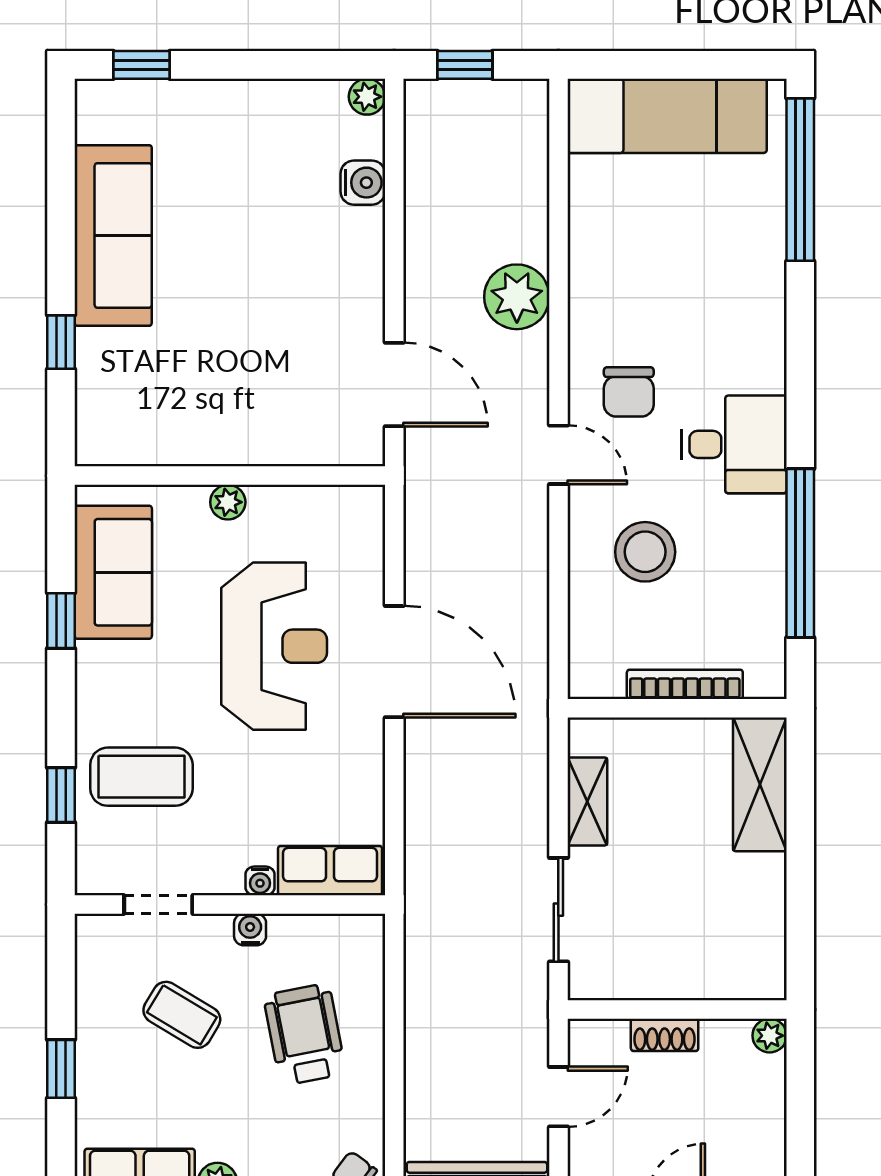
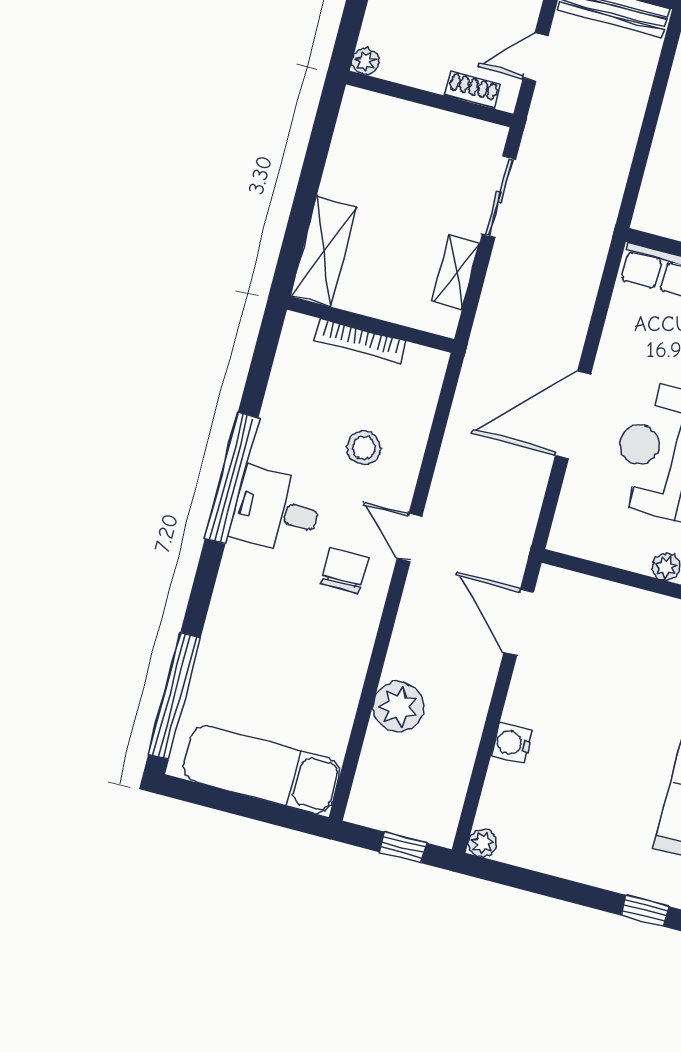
water cooler: (363, 183) -> (512, 743), moved
plant: (517, 297) -> (398, 707), moved
stool: (645, 552) -> (364, 448), width x0.73, depth x0.73
window: (800, 553) -> (232, 478), moved
door: (394, 662) -> (573, 415), hinge flipped
shoe rack: (665, 1035) -> (473, 90), moved

